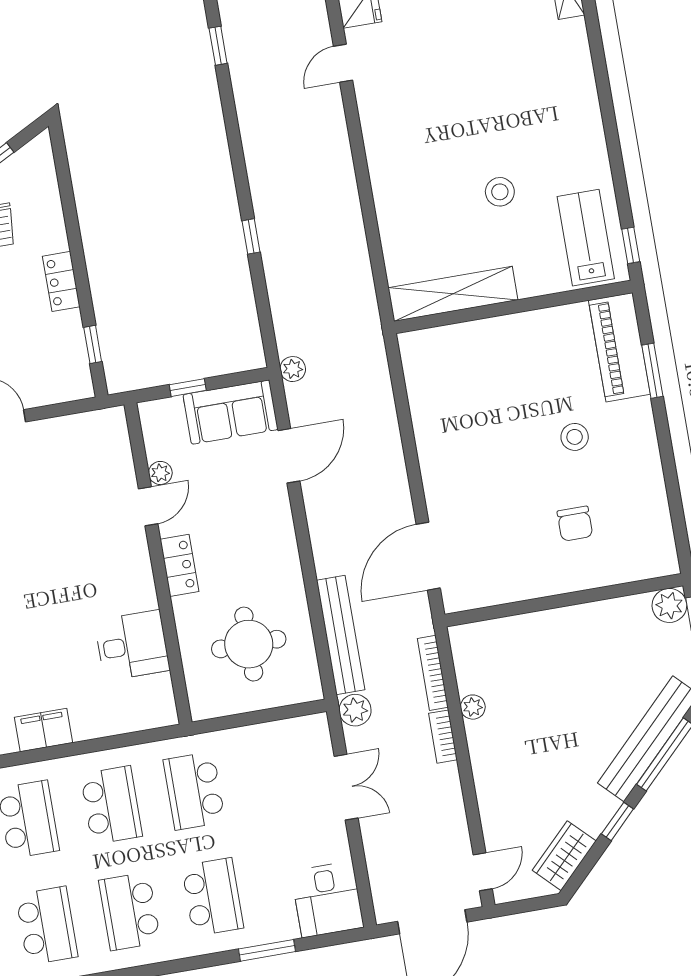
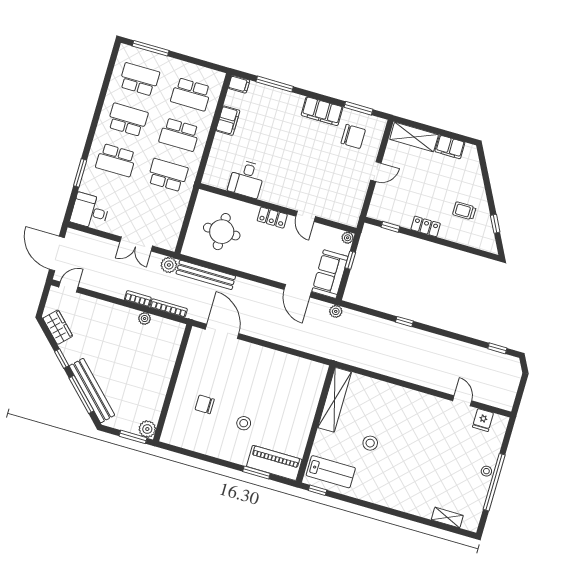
plant: (160, 473) -> (348, 238), moved
door: (483, 872) -> (68, 287), swing flipped
school desk: (47, 926) -> (139, 79), turned 180

